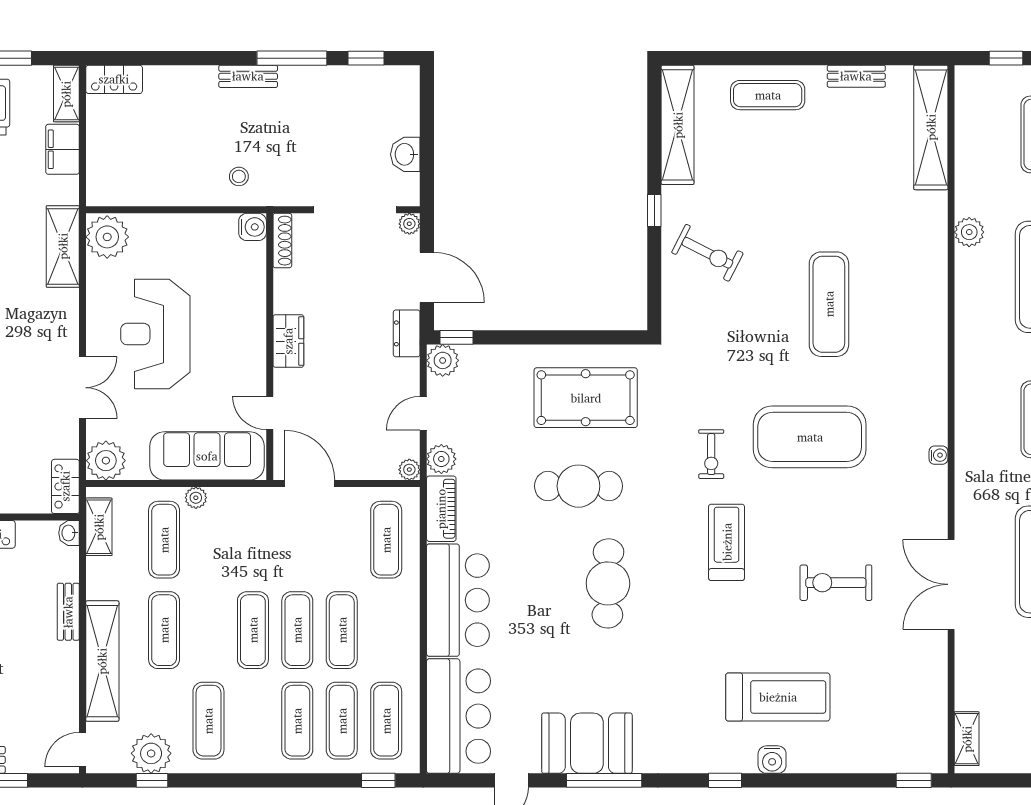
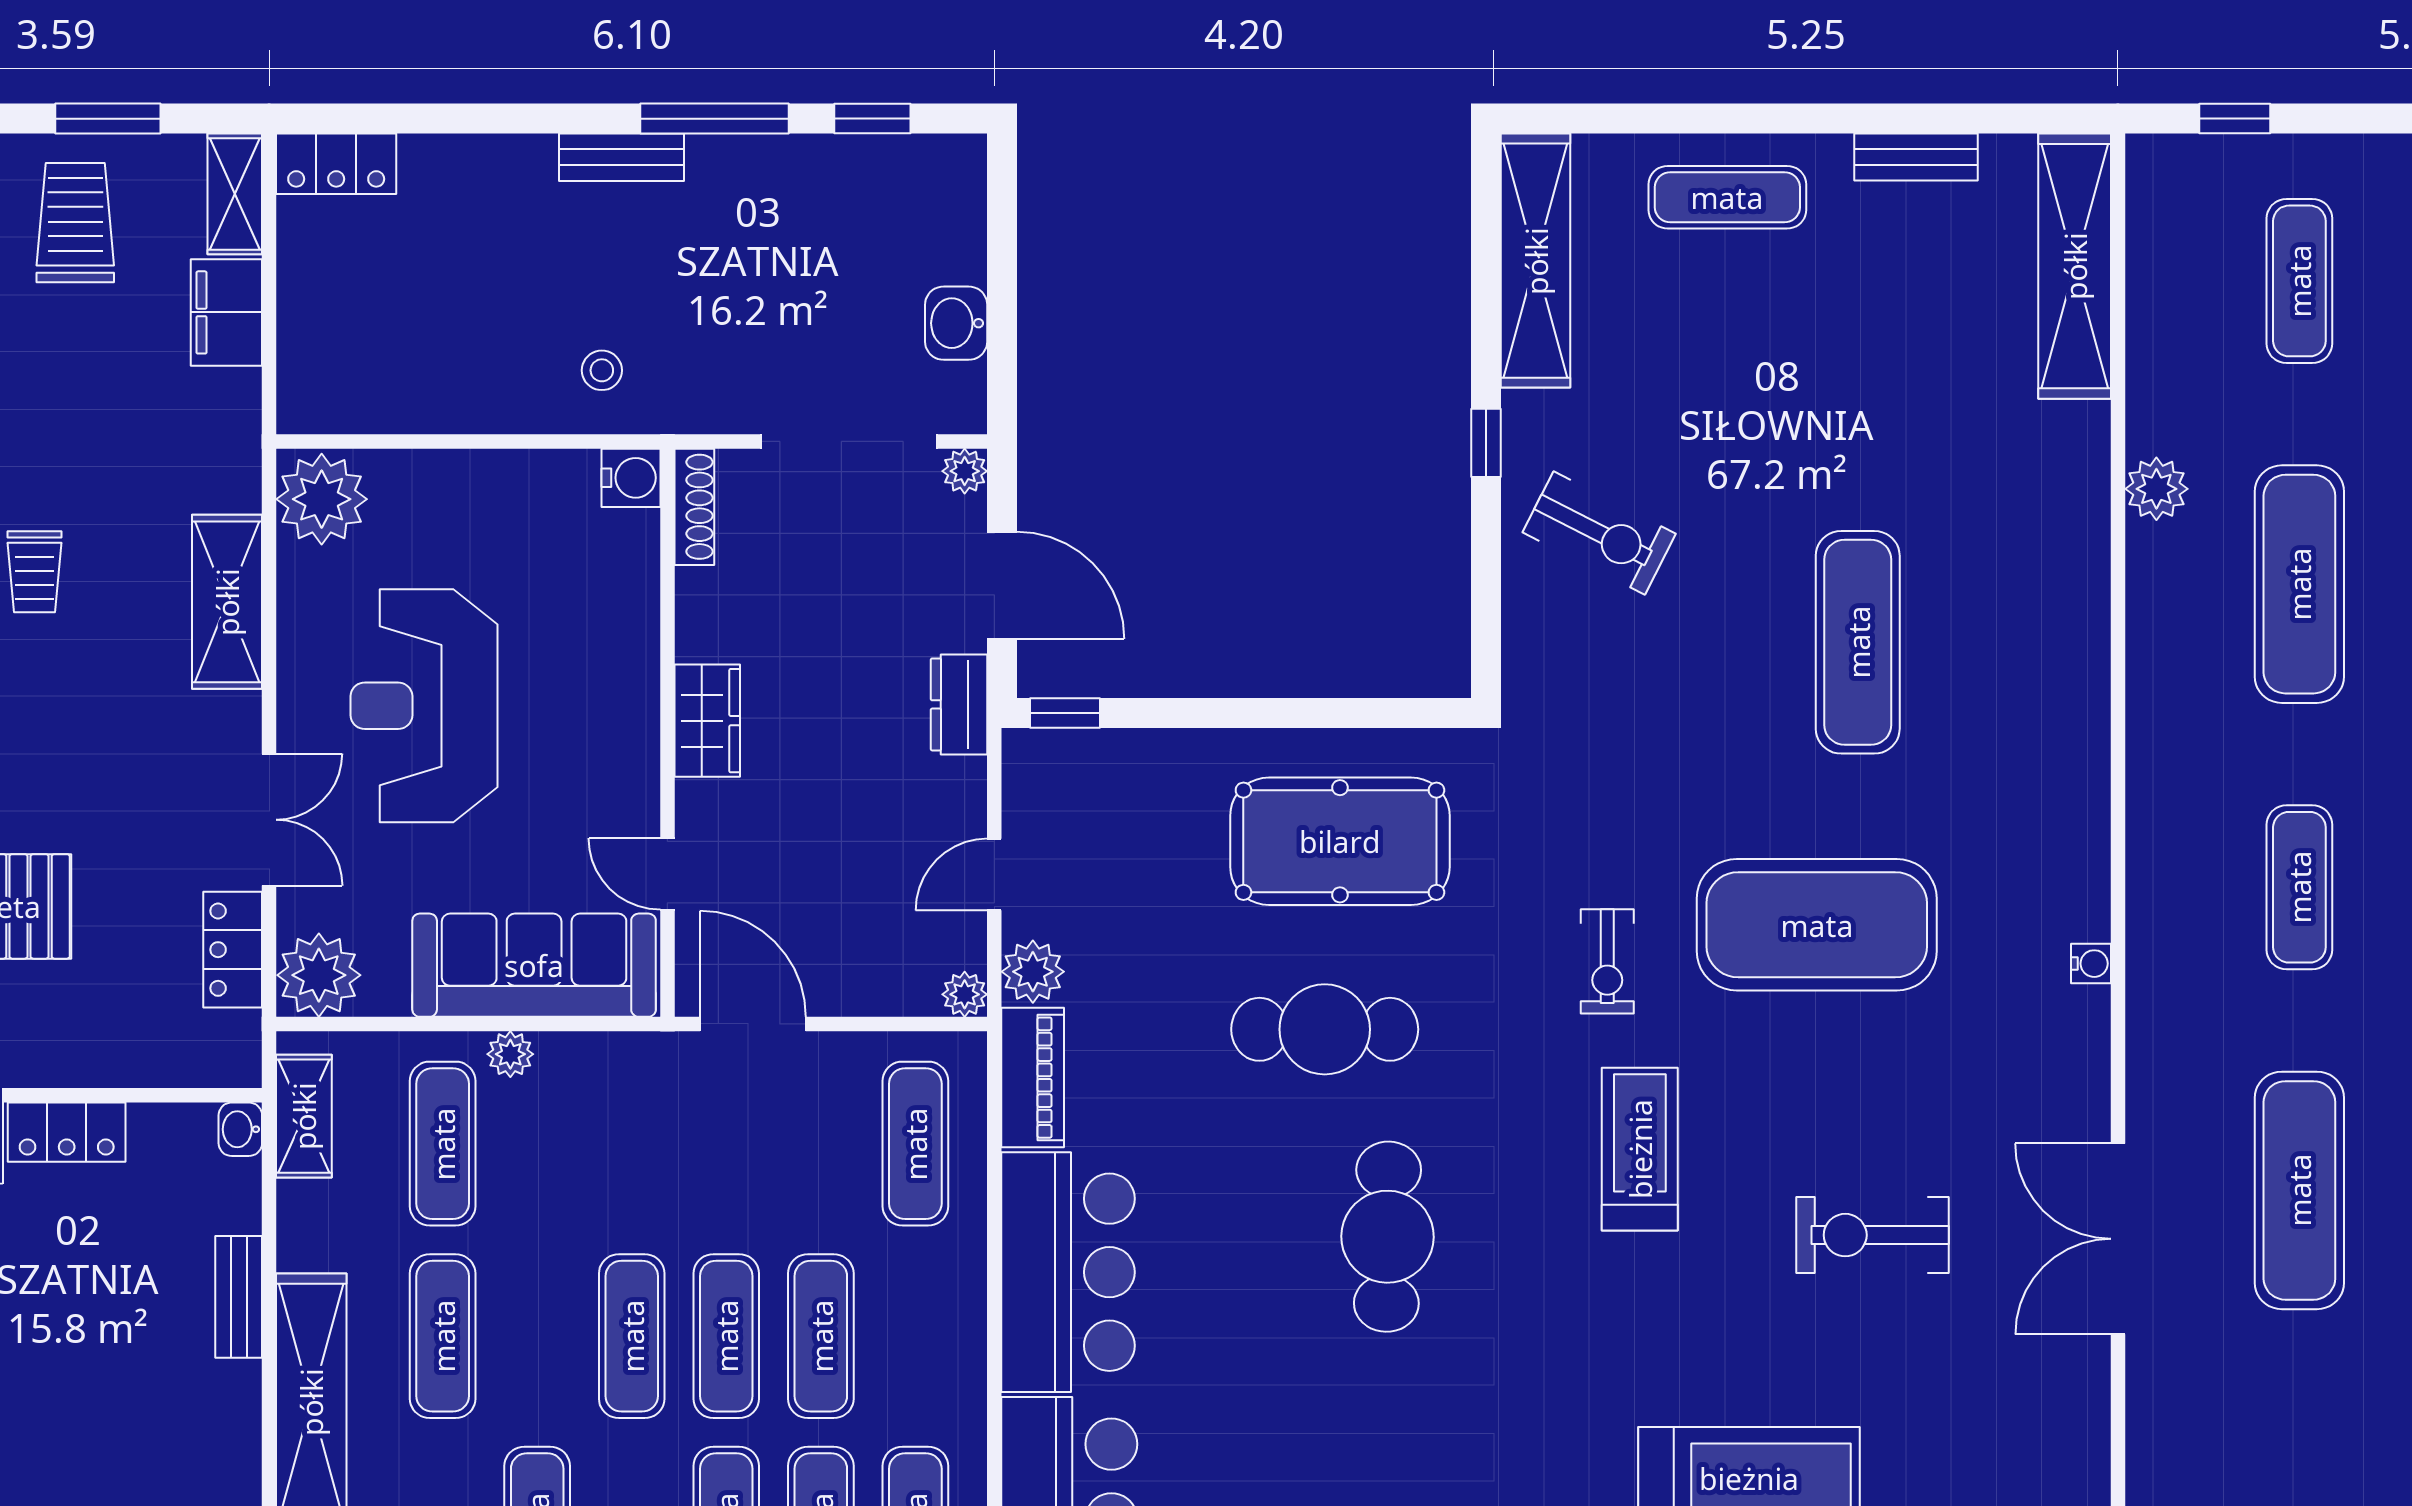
shelving: (63, 246) -> (227, 602), moved
plant: (443, 360) -> (1036, 762), removed
locker: (65, 486) -> (233, 950), moved

